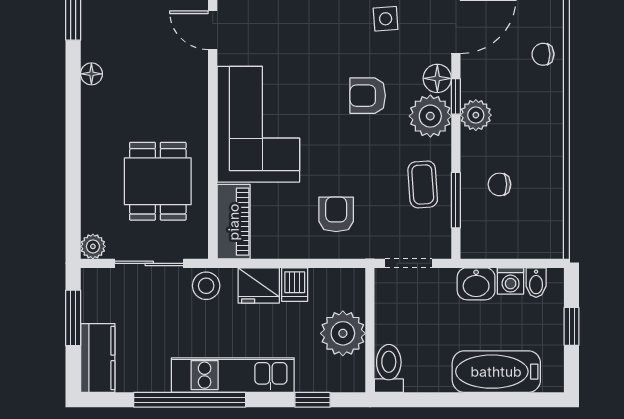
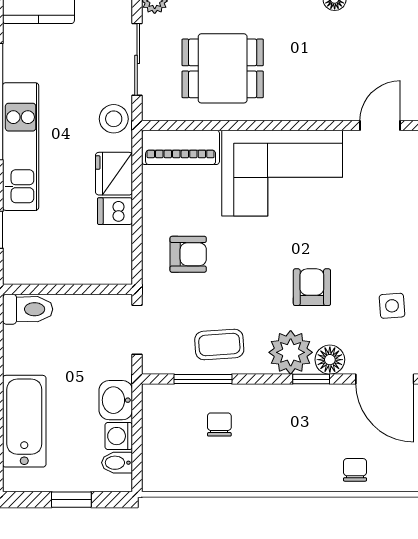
plant: (476, 115) -> (292, 400), removed
plant: (343, 333) -> (64, 261), removed

